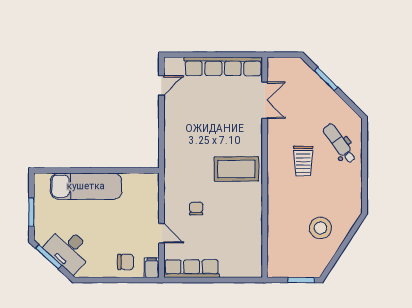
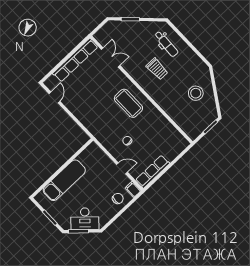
dental chair: (339, 143) -> (166, 44), turned -141
coffee table: (236, 169) -> (128, 103), turned 90

